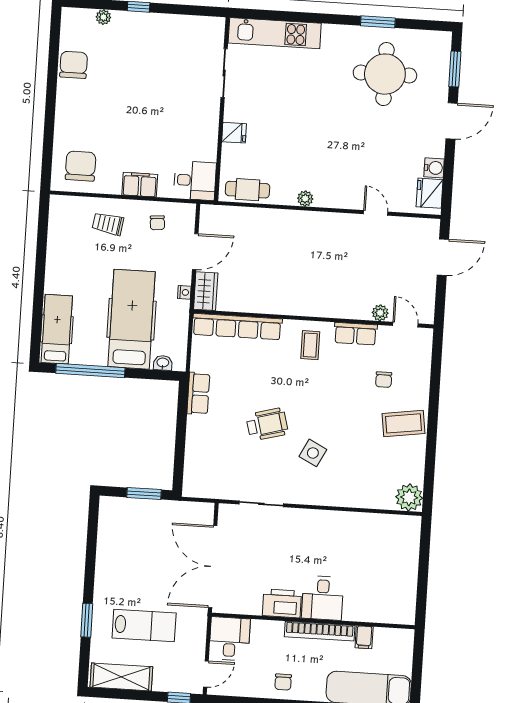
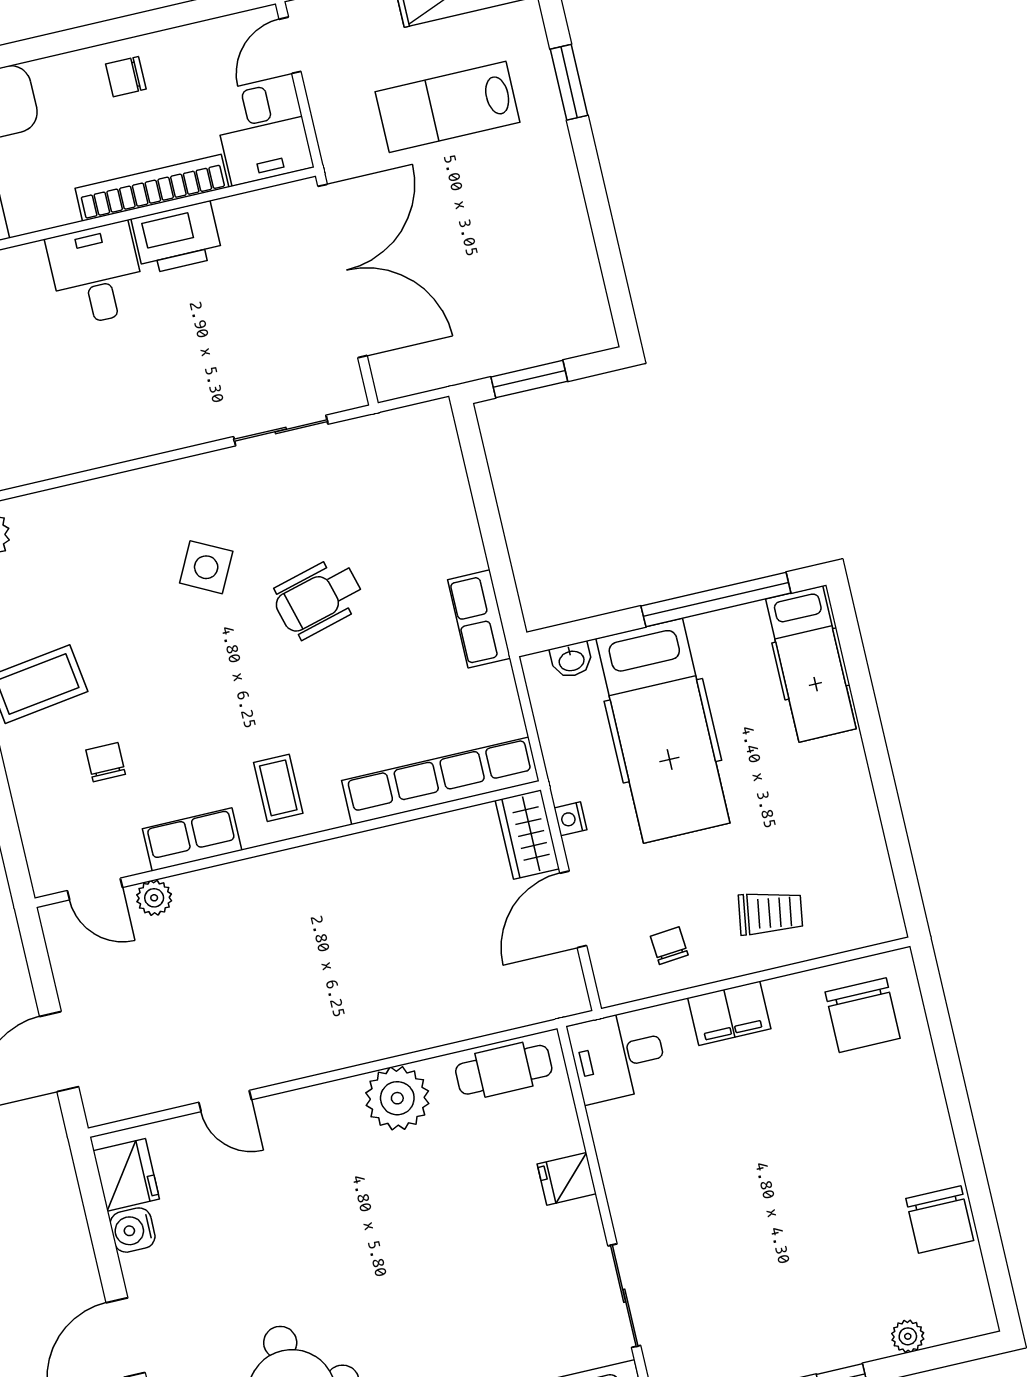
plant: (305, 199) -> (397, 1098), width x1.88, depth x1.88
bookcase: (320, 631) -> (152, 188), moved
chair: (283, 682) -> (126, 77), turned -90

